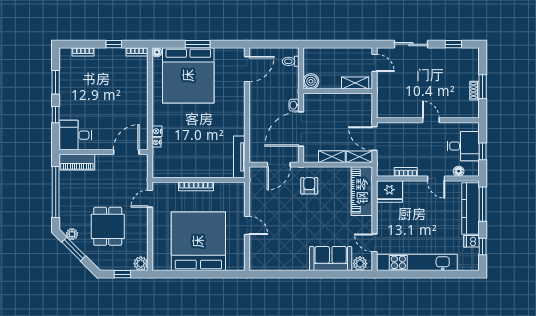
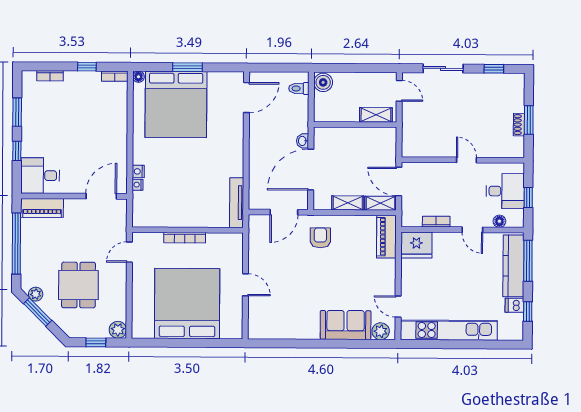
boiler: (311, 81) -> (323, 82), moved
piano: (362, 191) -> (386, 237), width x0.73, depth x0.75

